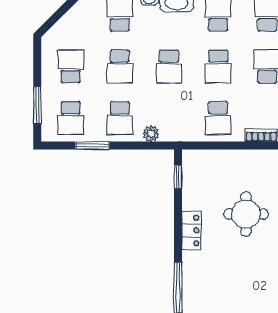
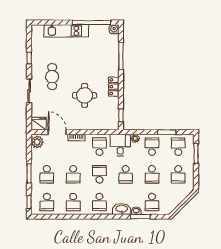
school desk: (120, 66) -> (152, 174), turned 180
school desk: (169, 66) -> (126, 174), turned 180
desk: (179, 121) -> (120, 145), added

